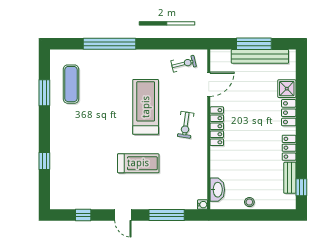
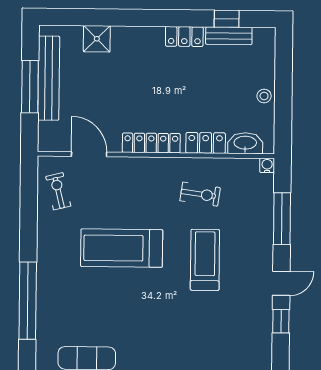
locker: (289, 113) -> (206, 143), moved, turned 180
exercise bike: (186, 125) -> (200, 194), moved
window: (301, 187) -> (227, 19), moved
window: (83, 215) -> (281, 321), moved

